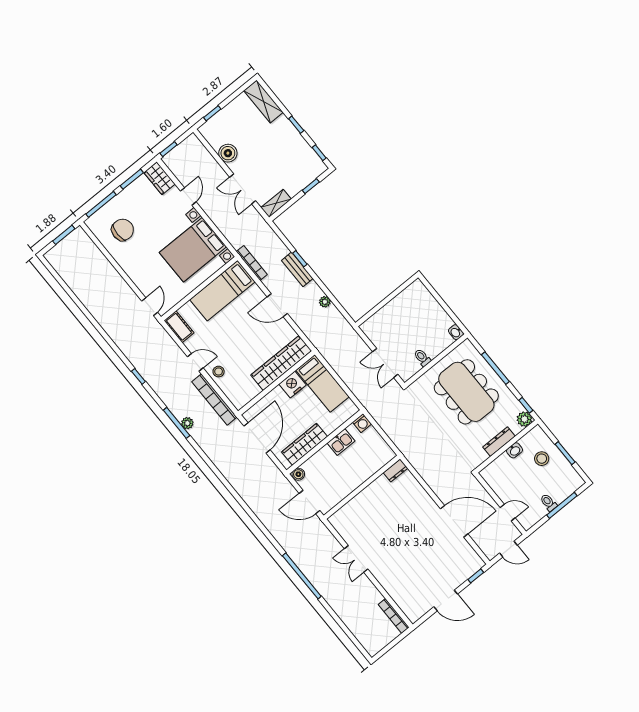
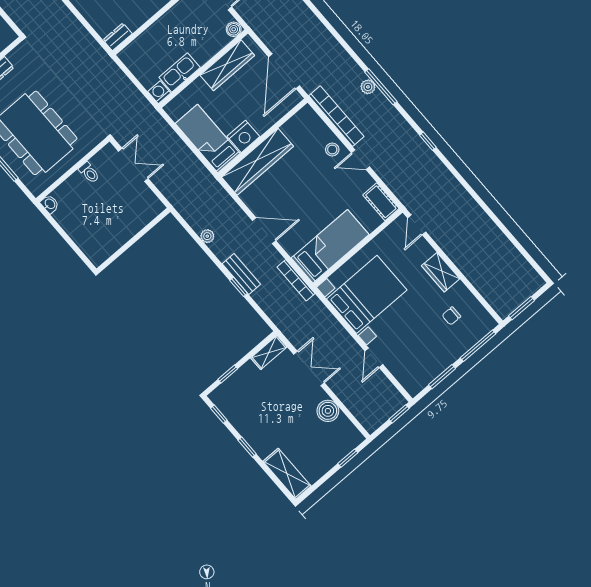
wardrobe: (160, 178) -> (441, 272), moved, turned 180
chair: (123, 230) -> (451, 316), width x0.54, depth x0.54
kitchen sink: (341, 442) -> (180, 72), width x1.38

